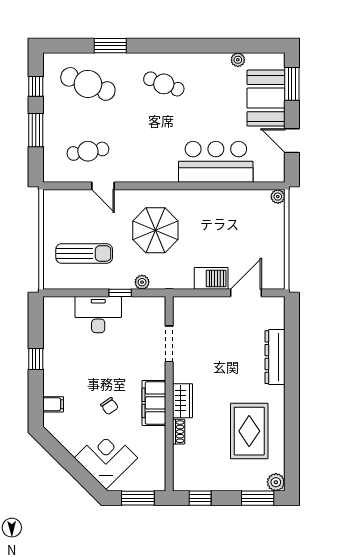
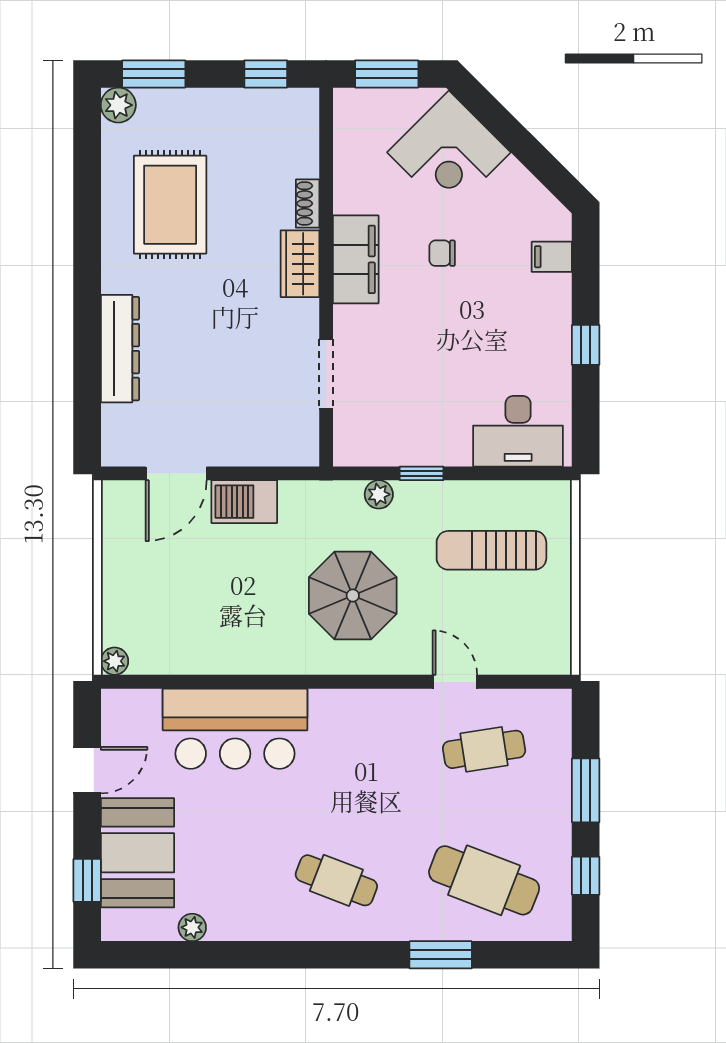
window: (292, 84) -> (87, 880), width x0.67
door: (292, 141) -> (87, 770), hinge flipped
desk: (98, 315) -> (518, 431), moved
chair: (109, 406) -> (442, 253), turned -55

